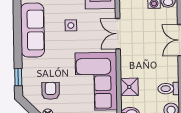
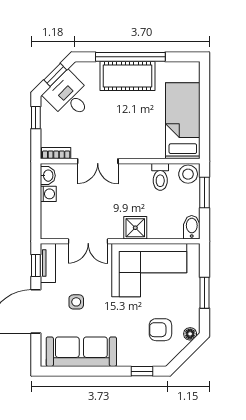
shower: (129, 87) -> (135, 228), moved

